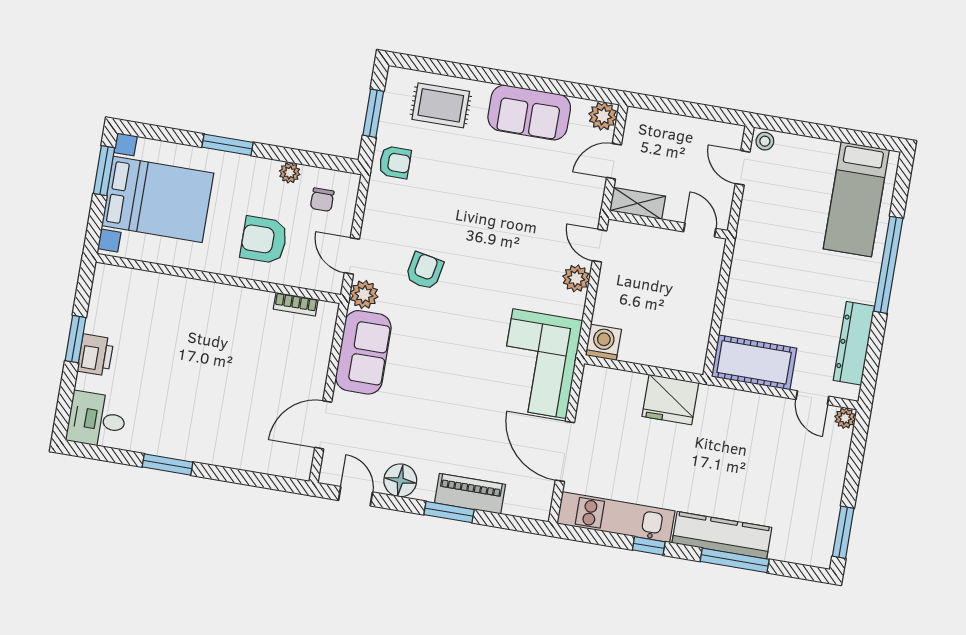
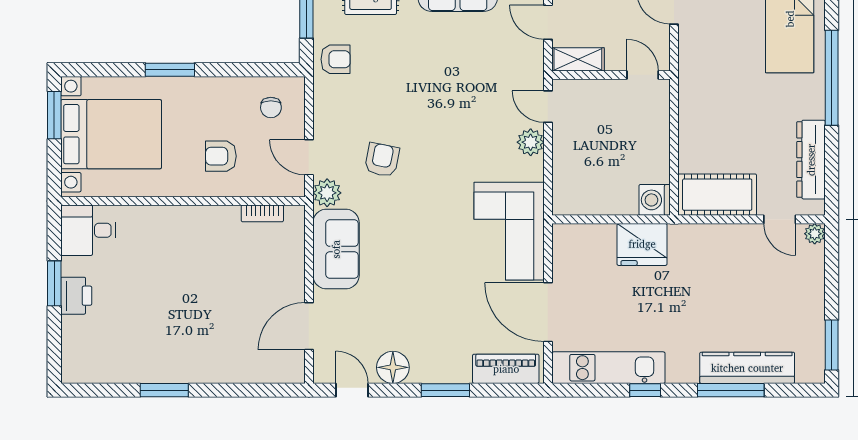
door: (614, 161) -> (548, 22), hinge flipped
plant: (290, 173) -> (235, 87), removed
armchair: (264, 240) -> (221, 156), width x0.72, depth x0.72
washing machine: (603, 342) -> (655, 200), moved, turned -90
desk: (97, 420) -> (88, 230), moved
piano: (470, 494) -> (506, 369), moved
kitchen counter: (722, 535) -> (747, 368), moved

